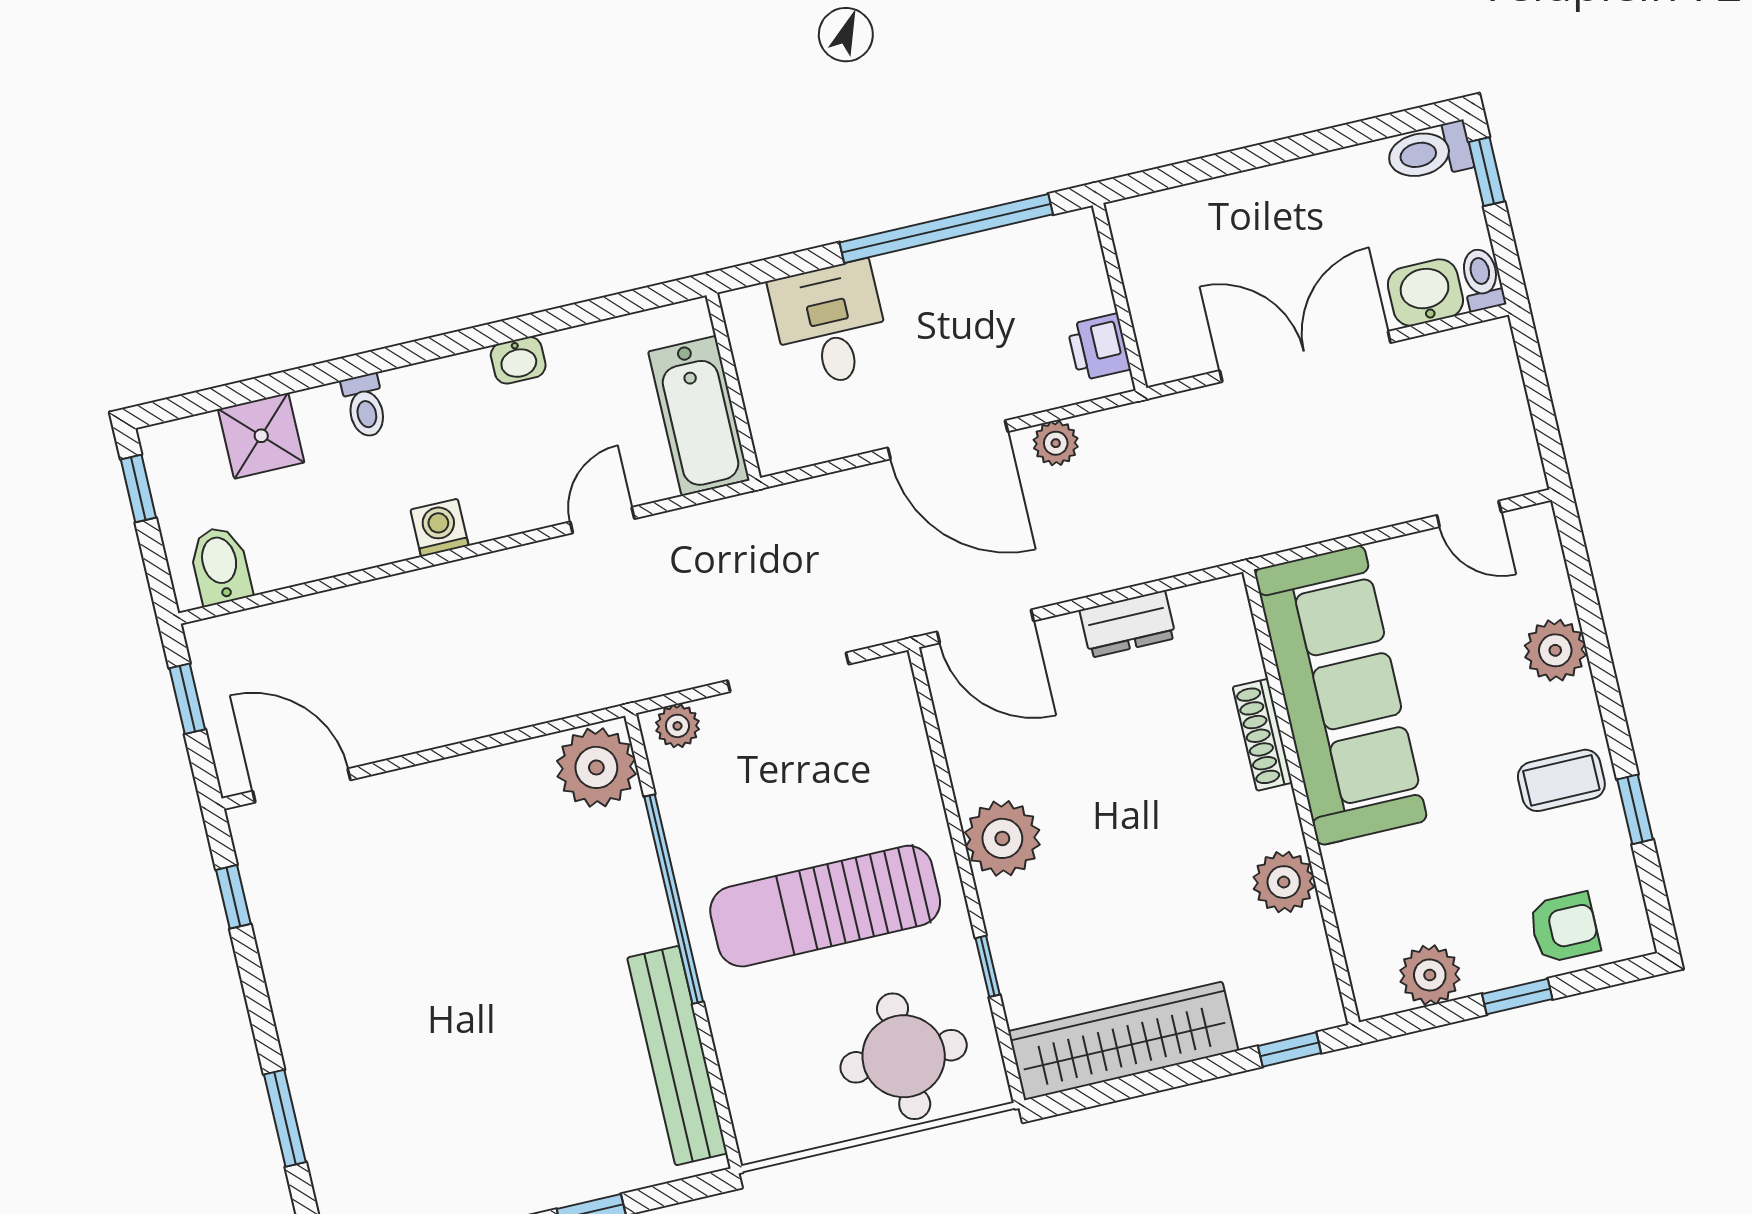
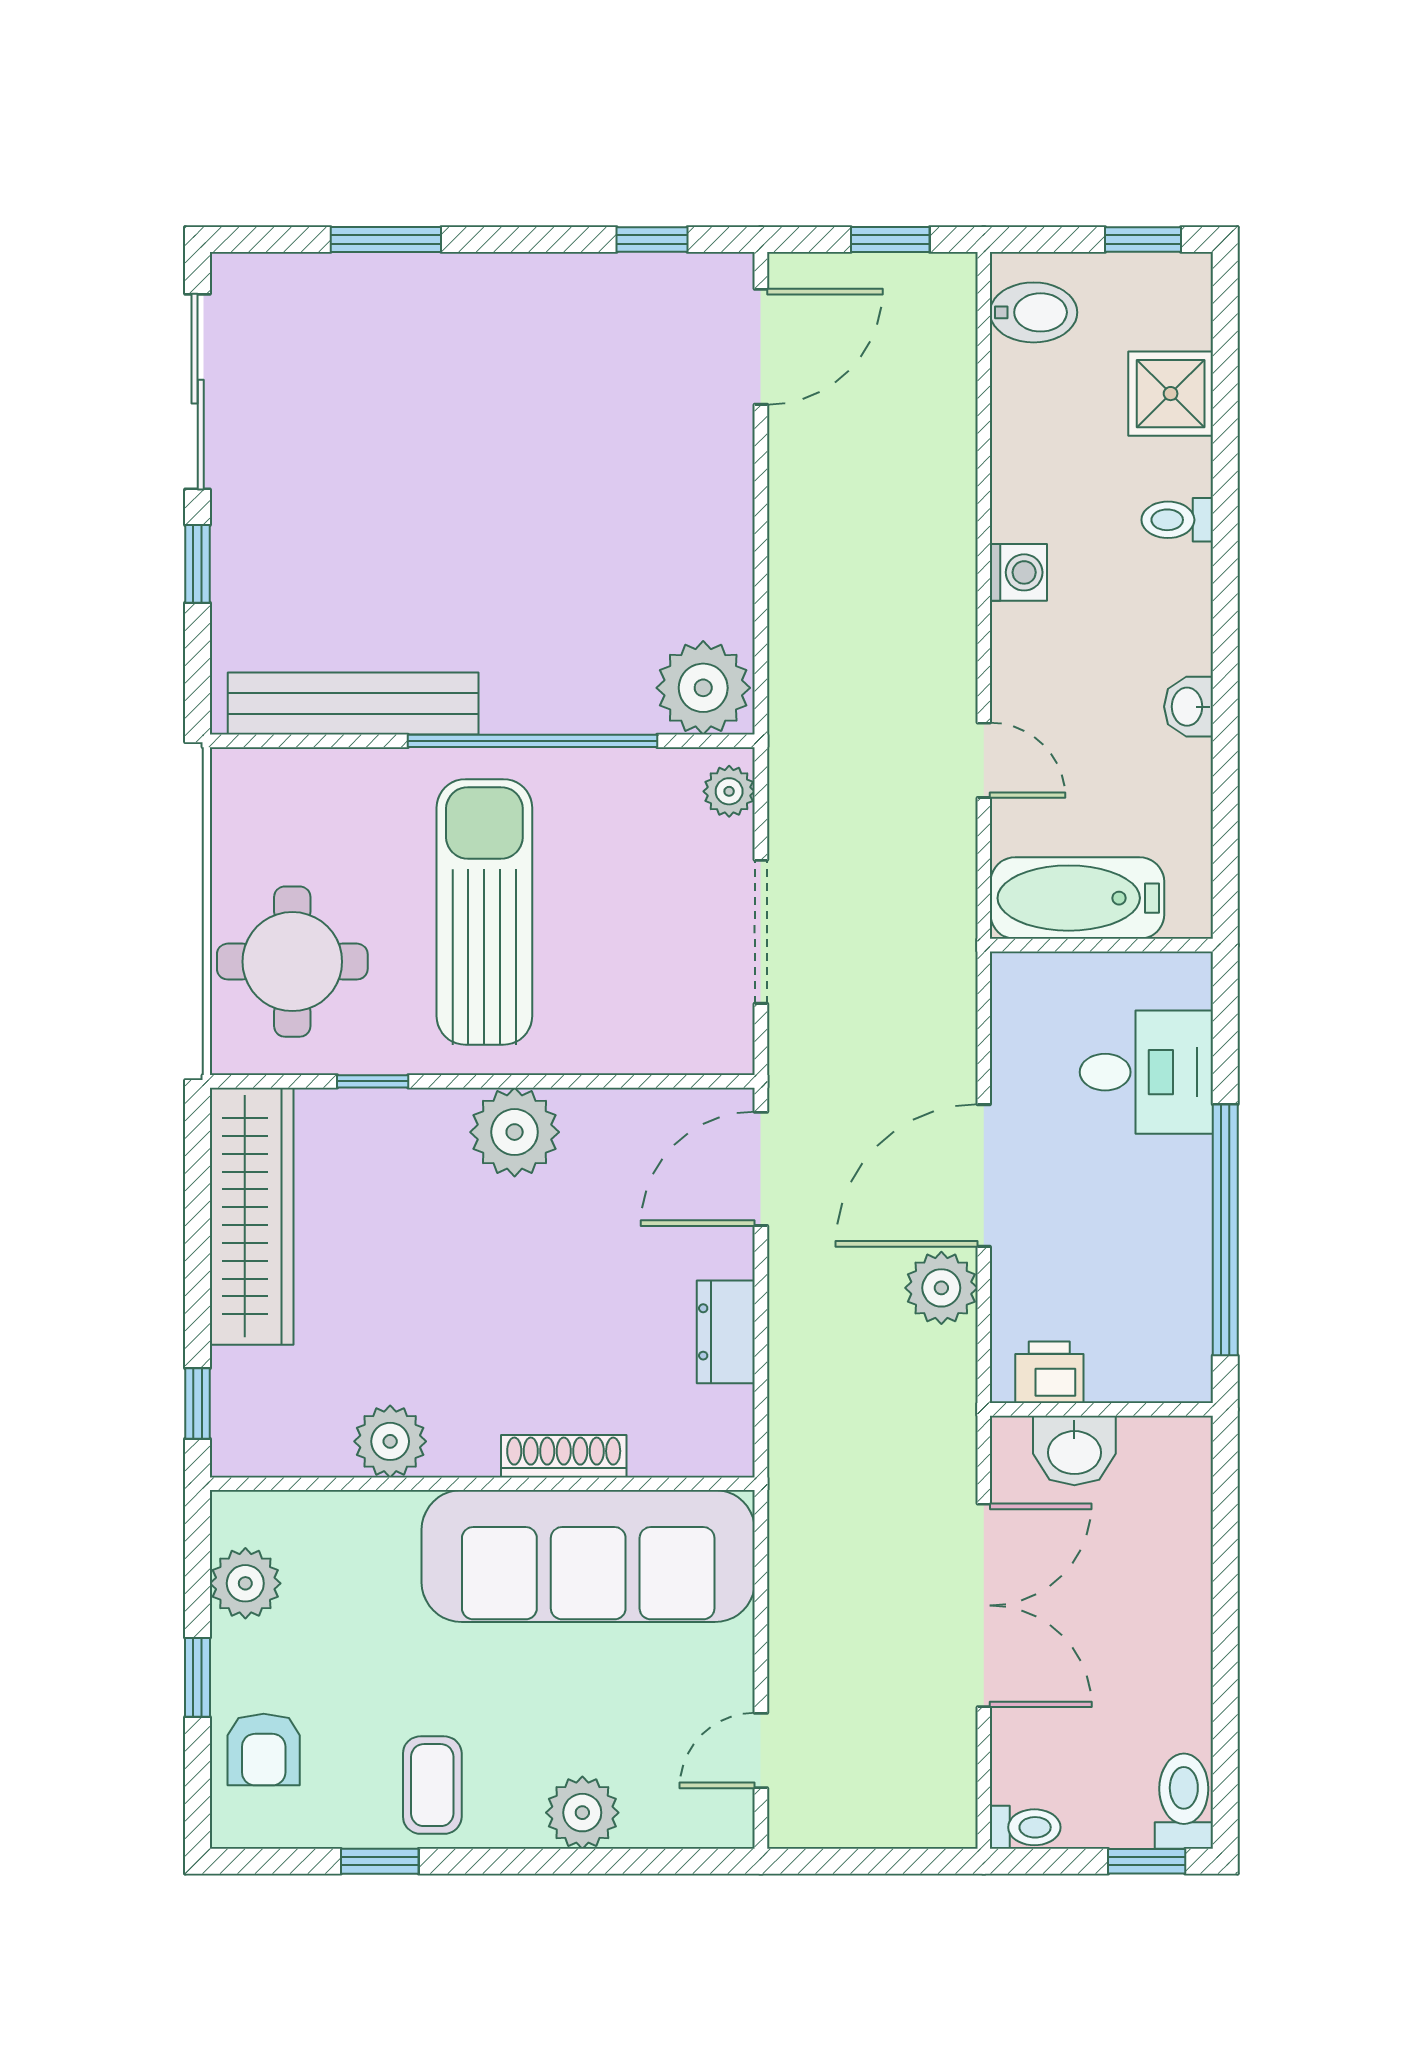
washbasin: (1425, 293) -> (1074, 1450), moved, turned 90
plant: (1056, 443) -> (941, 1288), width x1.38, depth x1.38

